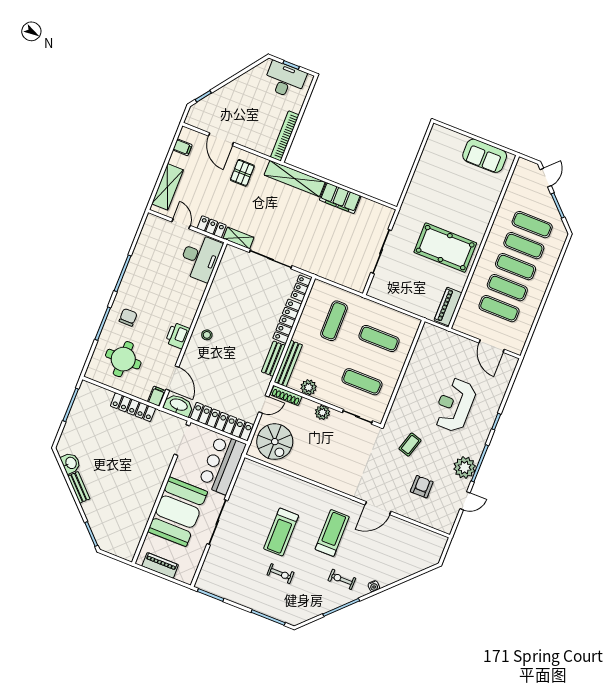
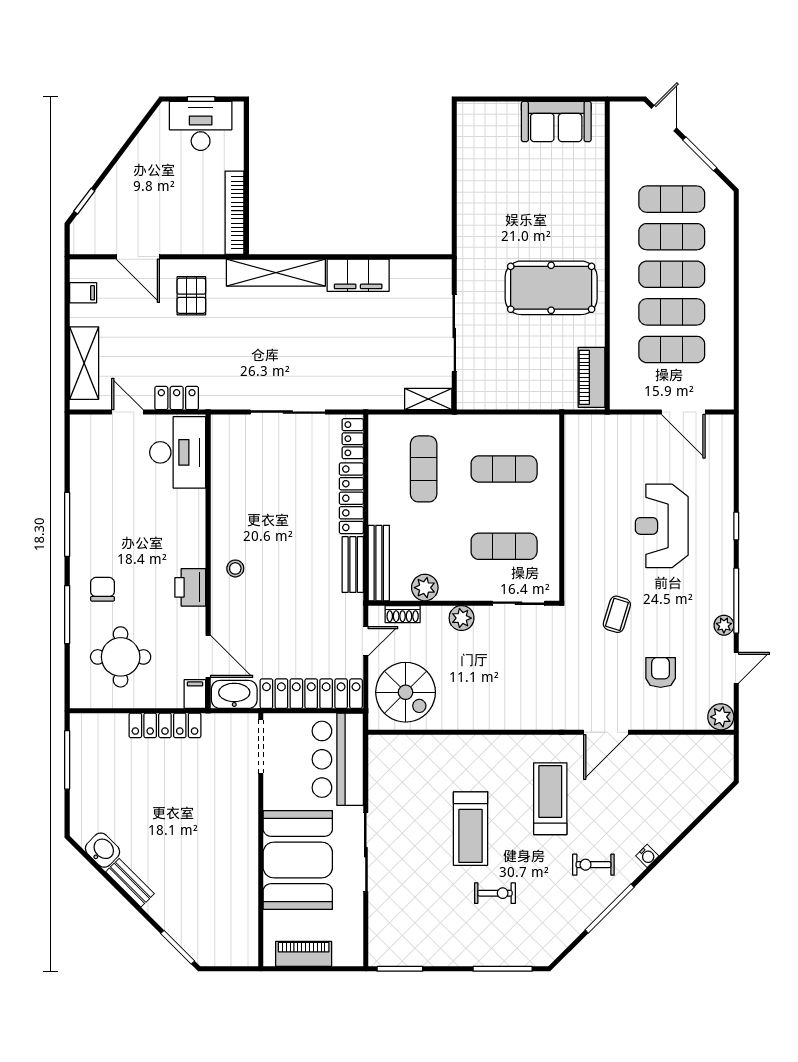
shelving: (239, 238) -> (428, 399), moved
shoe rack: (286, 396) -> (403, 614), width x0.70
plant: (465, 467) -> (724, 625), width x0.53, depth x0.53
plant: (446, 525) -> (721, 717), added

